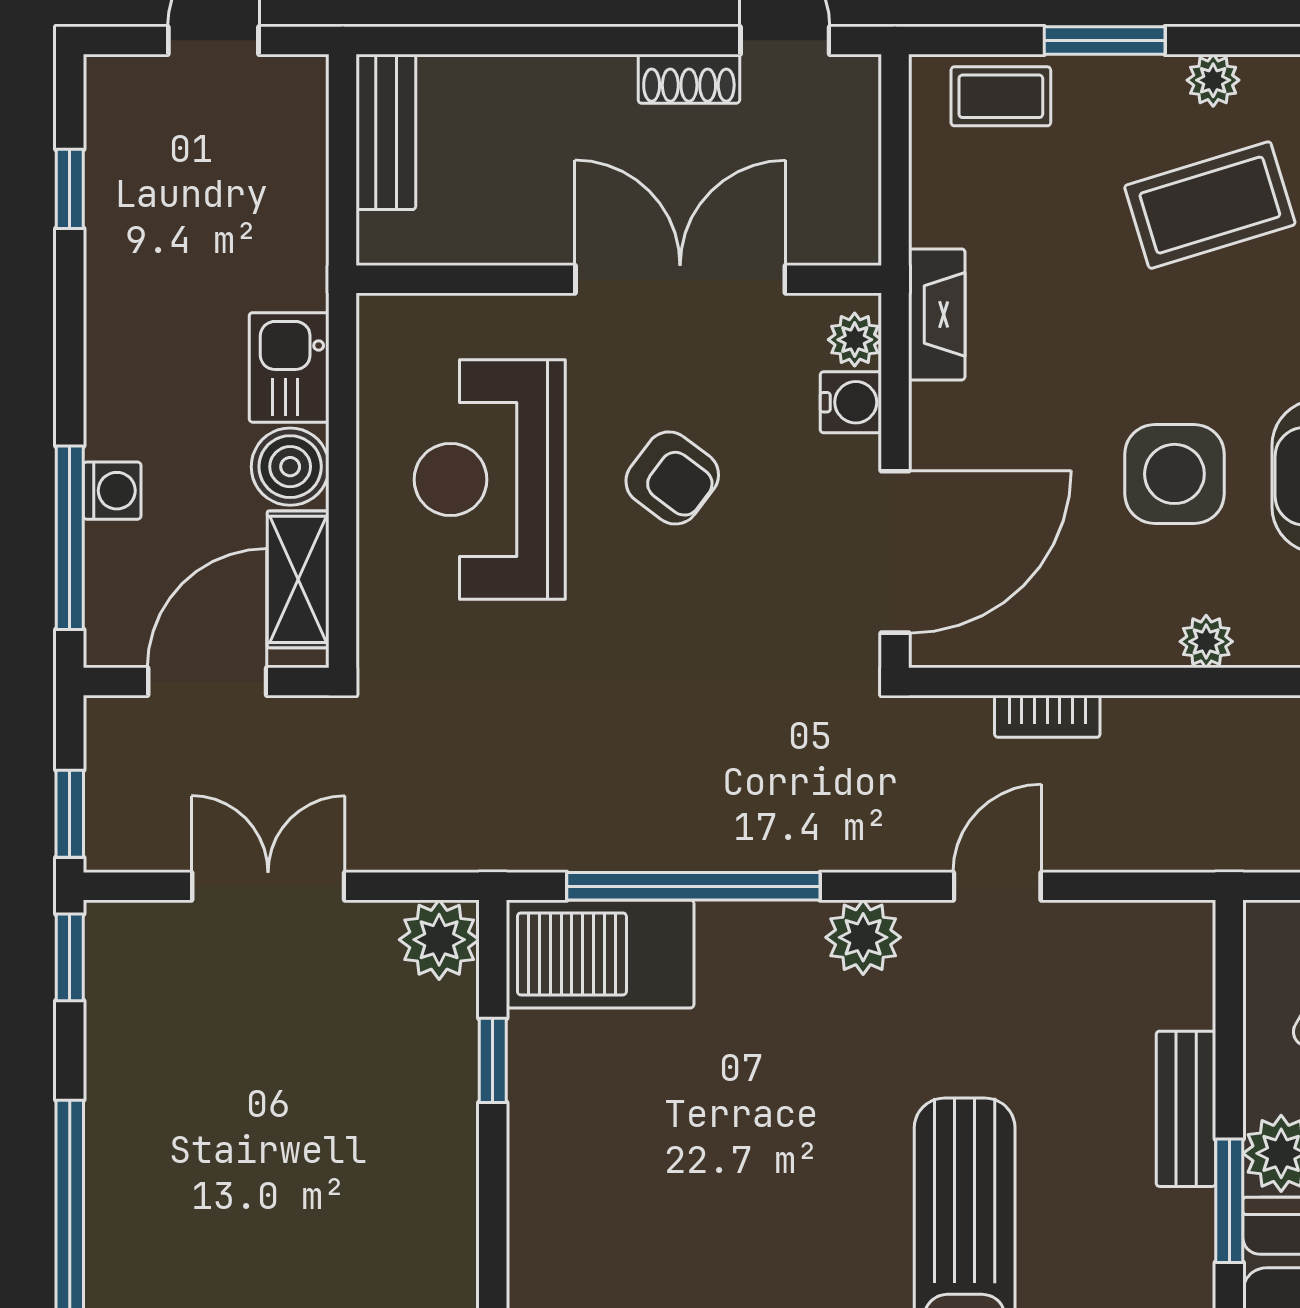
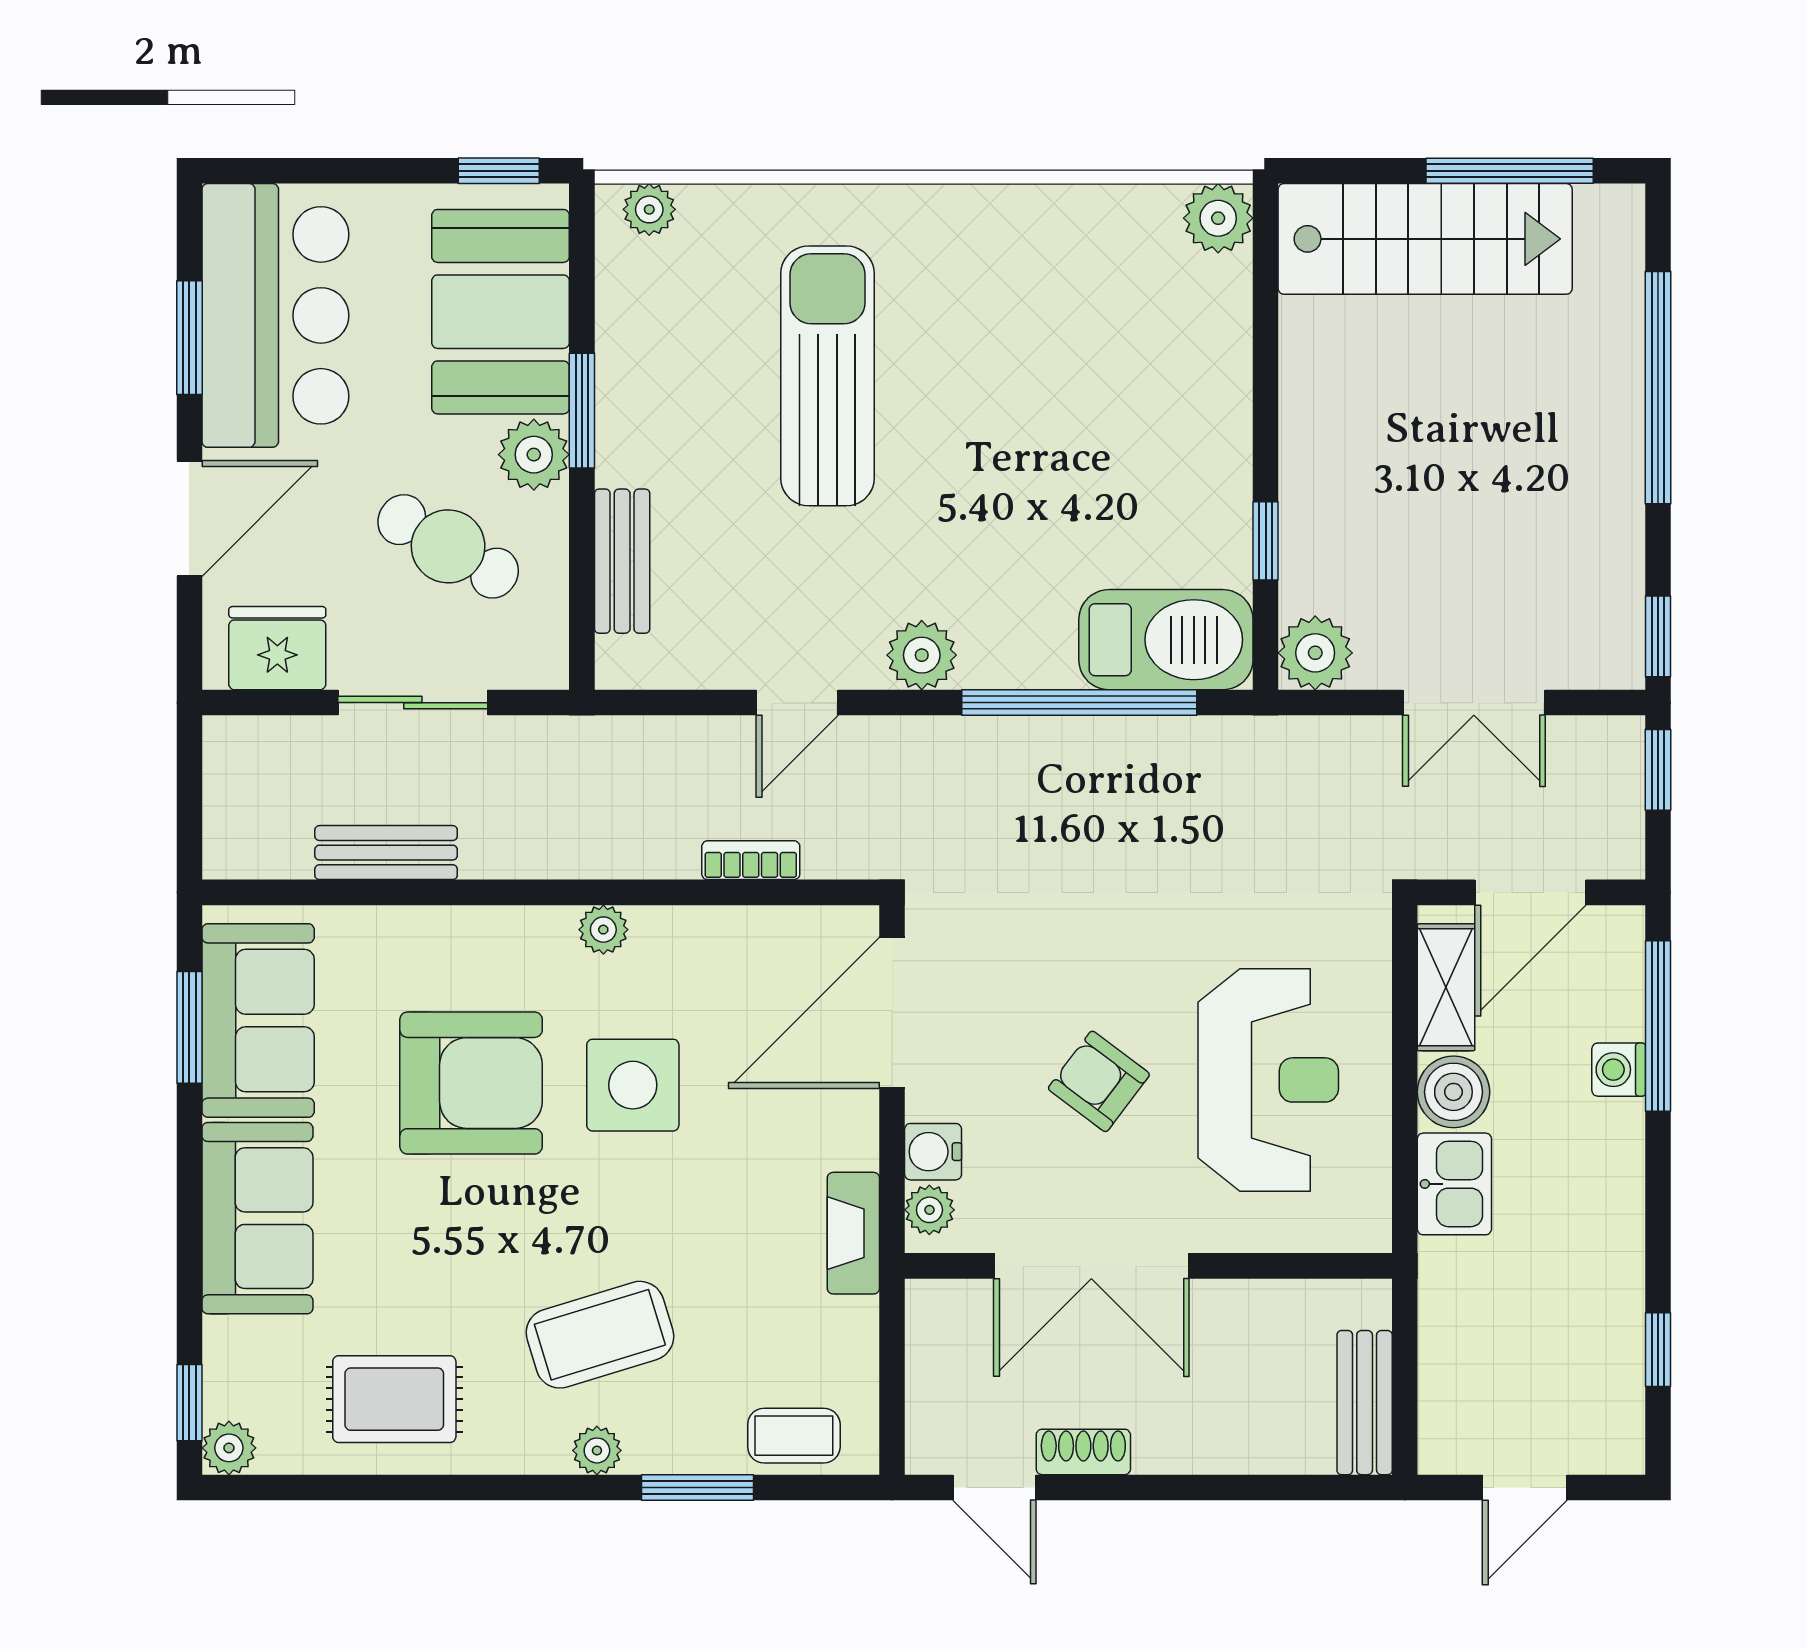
bench: (1186, 1109) -> (622, 561), moved

